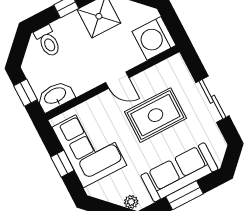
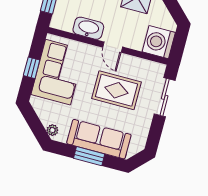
washbasin: (55, 96) -> (88, 28), moved
sliding door: (212, 99) -> (165, 97), moved

